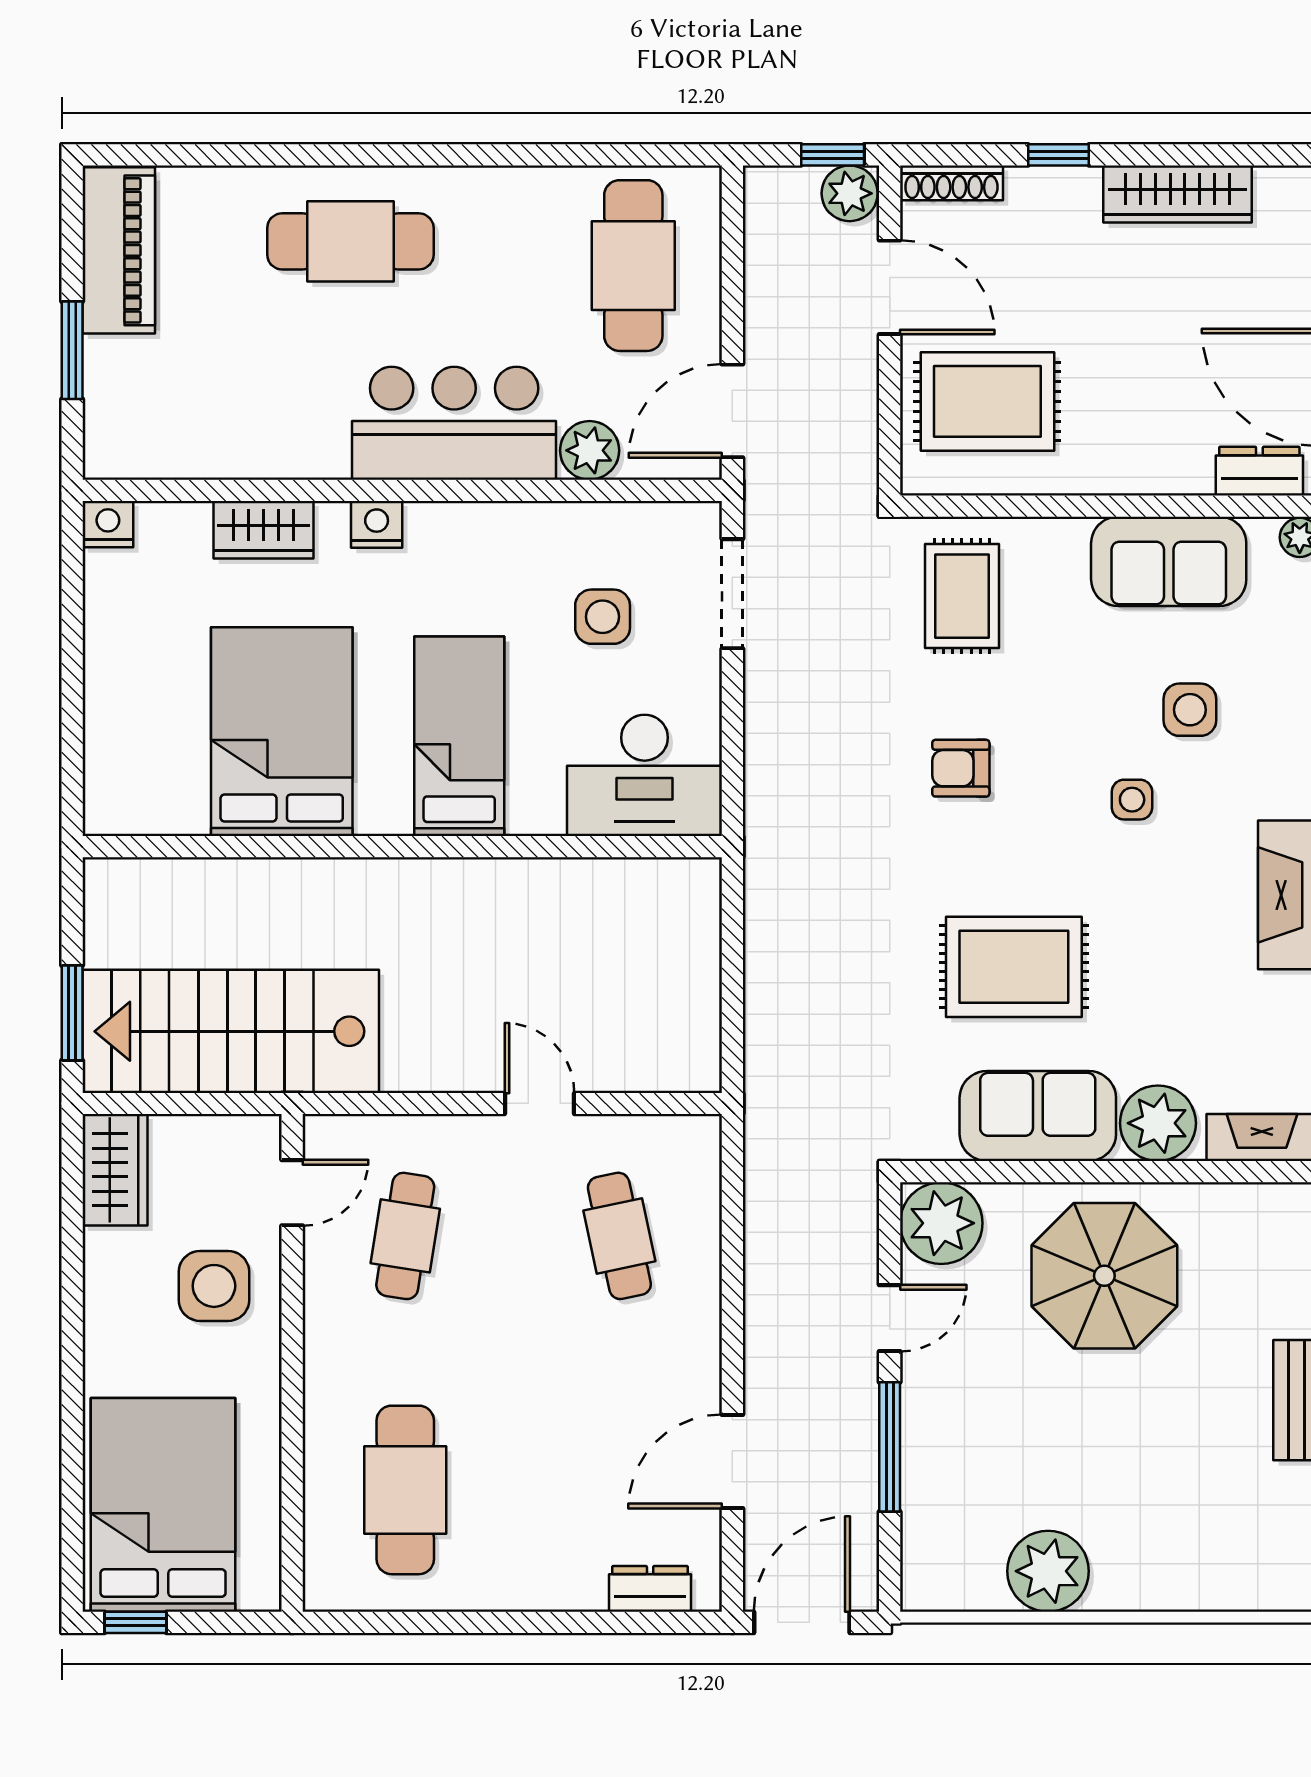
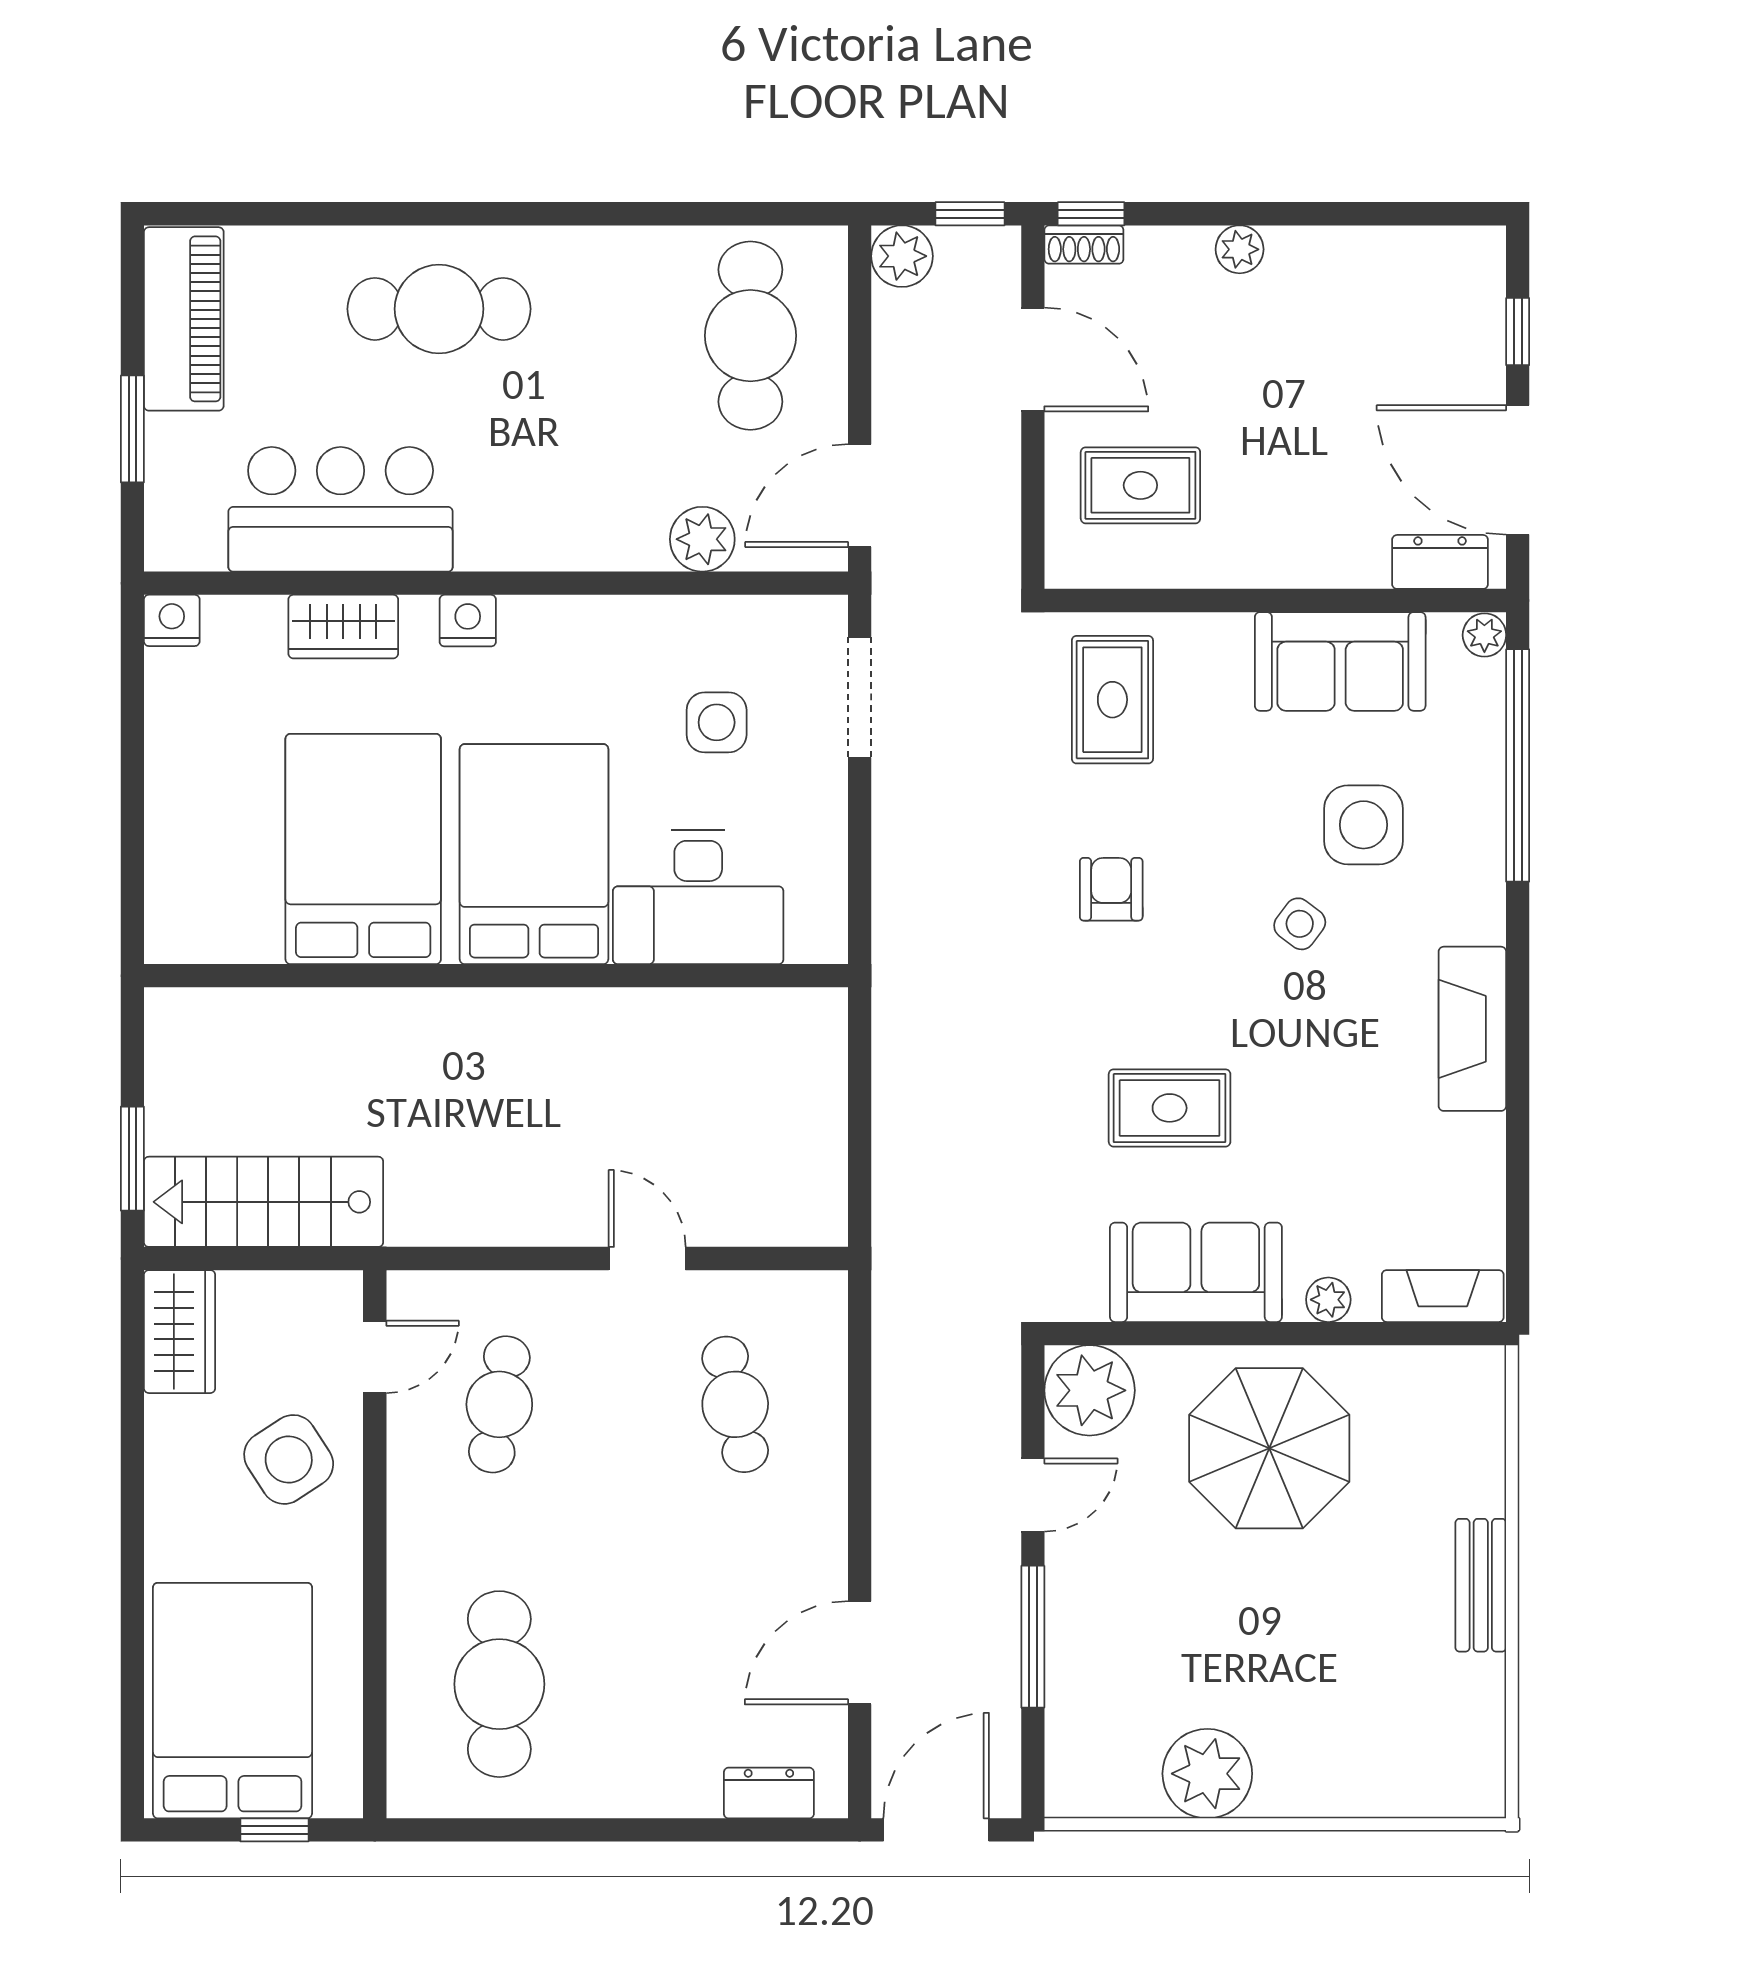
window: (1058, 155) -> (1091, 214), moved
shoe rack: (951, 183) -> (1084, 245), width x0.70
plant: (1077, 187) -> (1240, 249), added
plant: (850, 193) -> (902, 256), moved
wardrobe: (1177, 194) -> (1350, 257), removed
rug: (987, 401) -> (1140, 485), width x0.73, depth x0.70
bar counter: (454, 423) -> (341, 509), moved
side table: (1190, 710) -> (1363, 825), width x1.37, depth x1.37
bed: (459, 736) -> (534, 854), width x1.50
armchair: (961, 768) -> (1111, 889), turned 90
desk: (645, 775) -> (698, 897), moved
side table: (1132, 800) -> (1300, 924), turned 37
rug: (1014, 967) -> (1170, 1108), width x0.73, depth x0.70
stairs: (231, 1031) -> (264, 1202), width x0.73, depth x0.66
plant: (1158, 1123) -> (1328, 1300), width x0.53, depth x0.53
side table: (214, 1286) -> (289, 1459), turned -33
window: (136, 1622) -> (274, 1830), moved

